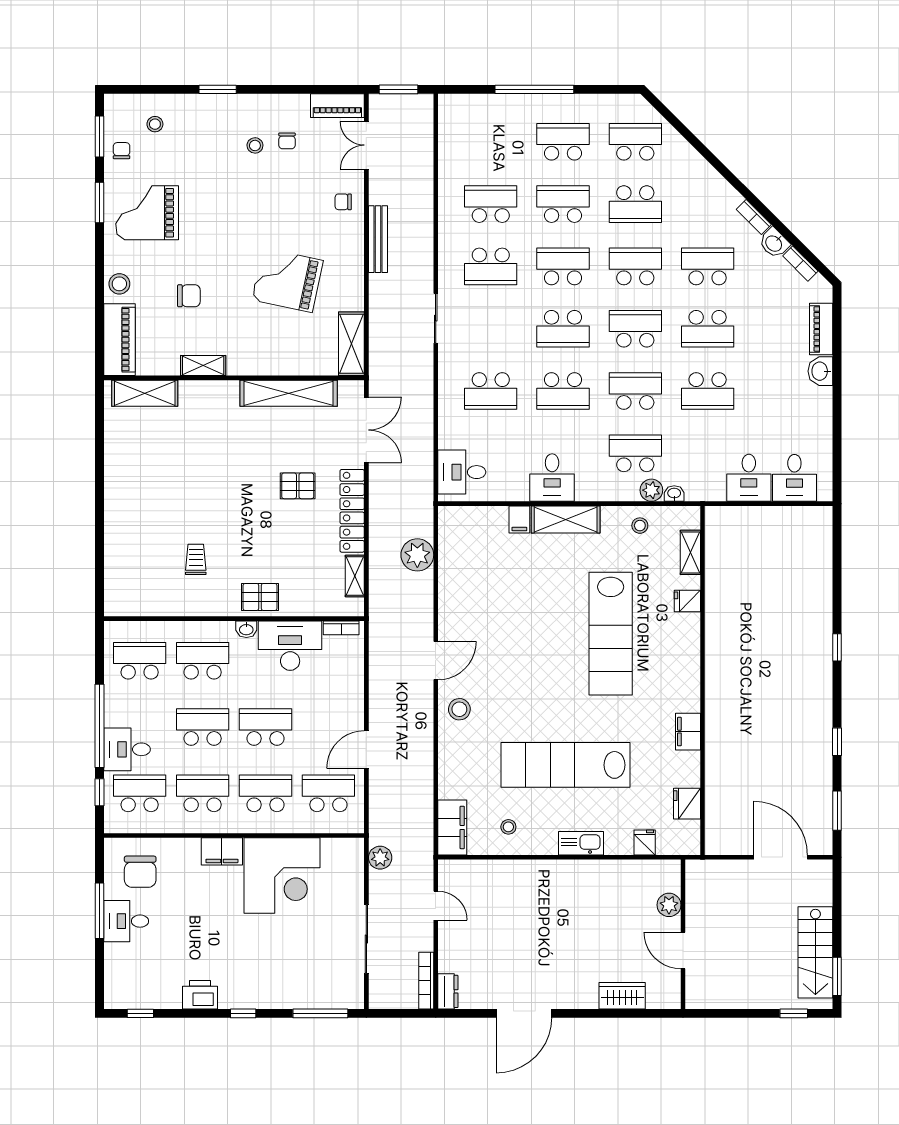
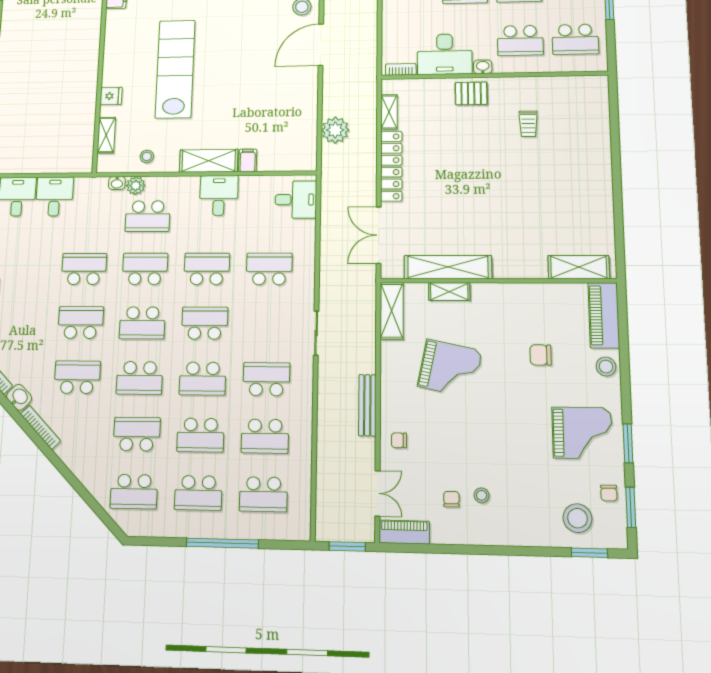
window: (218, 89) -> (589, 553), moved
stool: (155, 124) -> (577, 518), width x1.89, depth x1.89
school desk: (491, 142) -> (263, 494), added
chair: (343, 202) -> (399, 440), turned 180
bookcase: (754, 217) -> (40, 427), width x1.56
school desk: (708, 266) -> (77, 377), turned 180
shelving: (203, 366) -> (449, 292), moved
school desk: (635, 391) -> (145, 269), turned 180
pallet: (298, 486) -> (439, 187), removed
door: (436, 661) -> (321, 45), width x1.36

